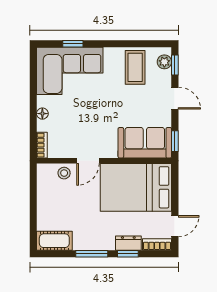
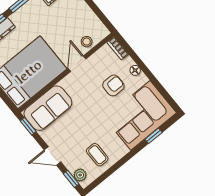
coffee table: (135, 67) -> (97, 155), width x0.73, depth x0.77
armchair: (72, 116) -> (113, 85), added

